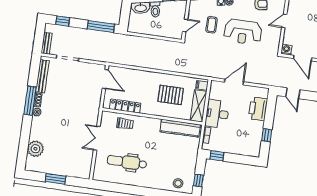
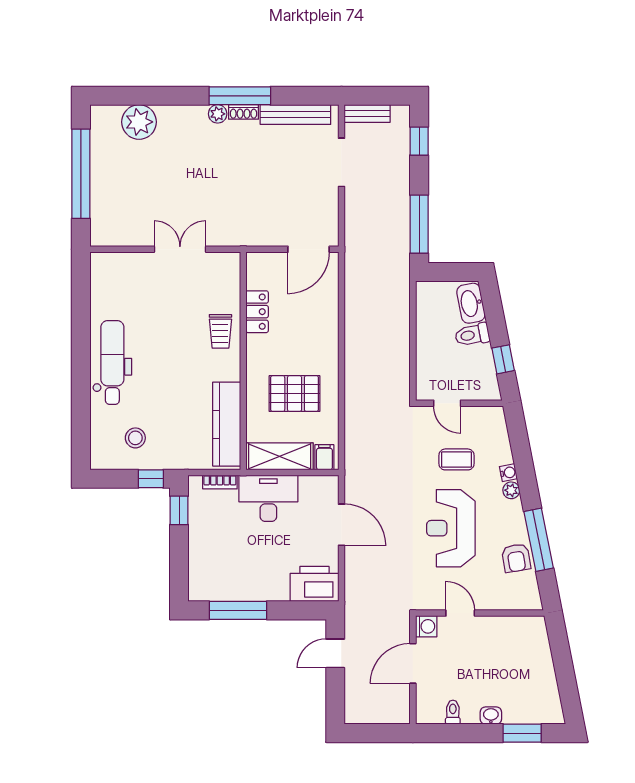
door: (284, 21) -> (460, 613), moved
pallet: (171, 95) -> (295, 394), turned 90
locker: (125, 106) -> (257, 312), width x0.66
printer: (258, 109) -> (314, 584), moved
trolley: (125, 124) -> (220, 331), moved
window: (267, 135) -> (238, 610), width x2.17
dental chair: (127, 162) -> (112, 362), moved
window: (55, 179) -> (81, 174), width x2.11
window: (198, 180) -> (151, 479), moved
stool: (178, 183) -> (135, 438), moved

